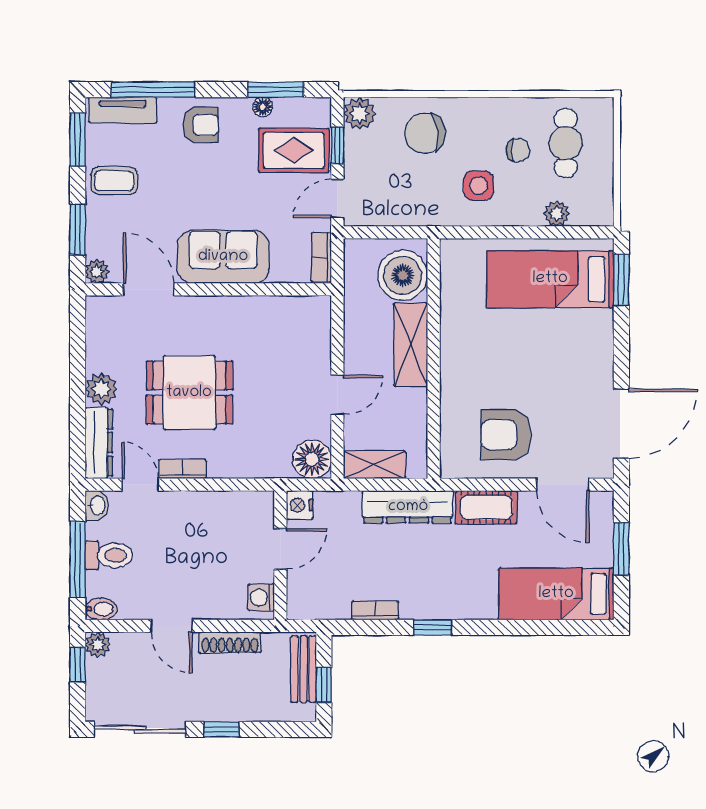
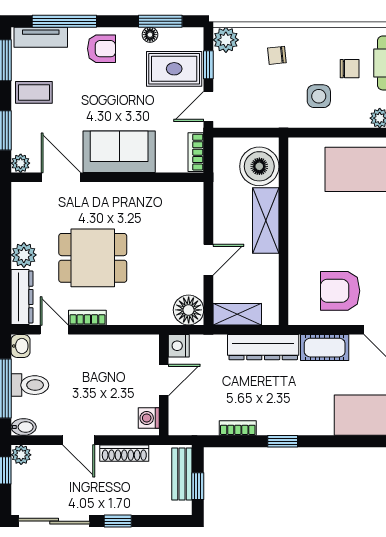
chair: (425, 133) -> (277, 55), width x0.54, depth x0.54

